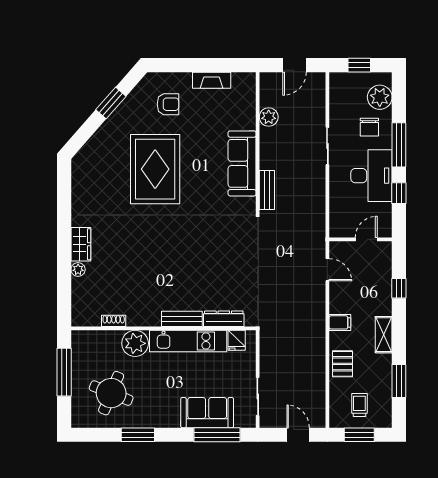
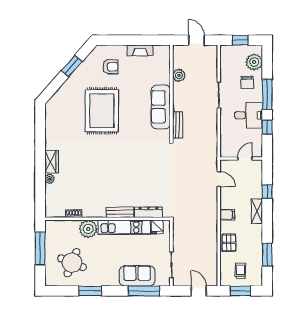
door: (295, 65) -> (196, 40), swing flipped
desk: (371, 176) -> (249, 115), width x0.73
shelving: (384, 335) -> (257, 211), moved

